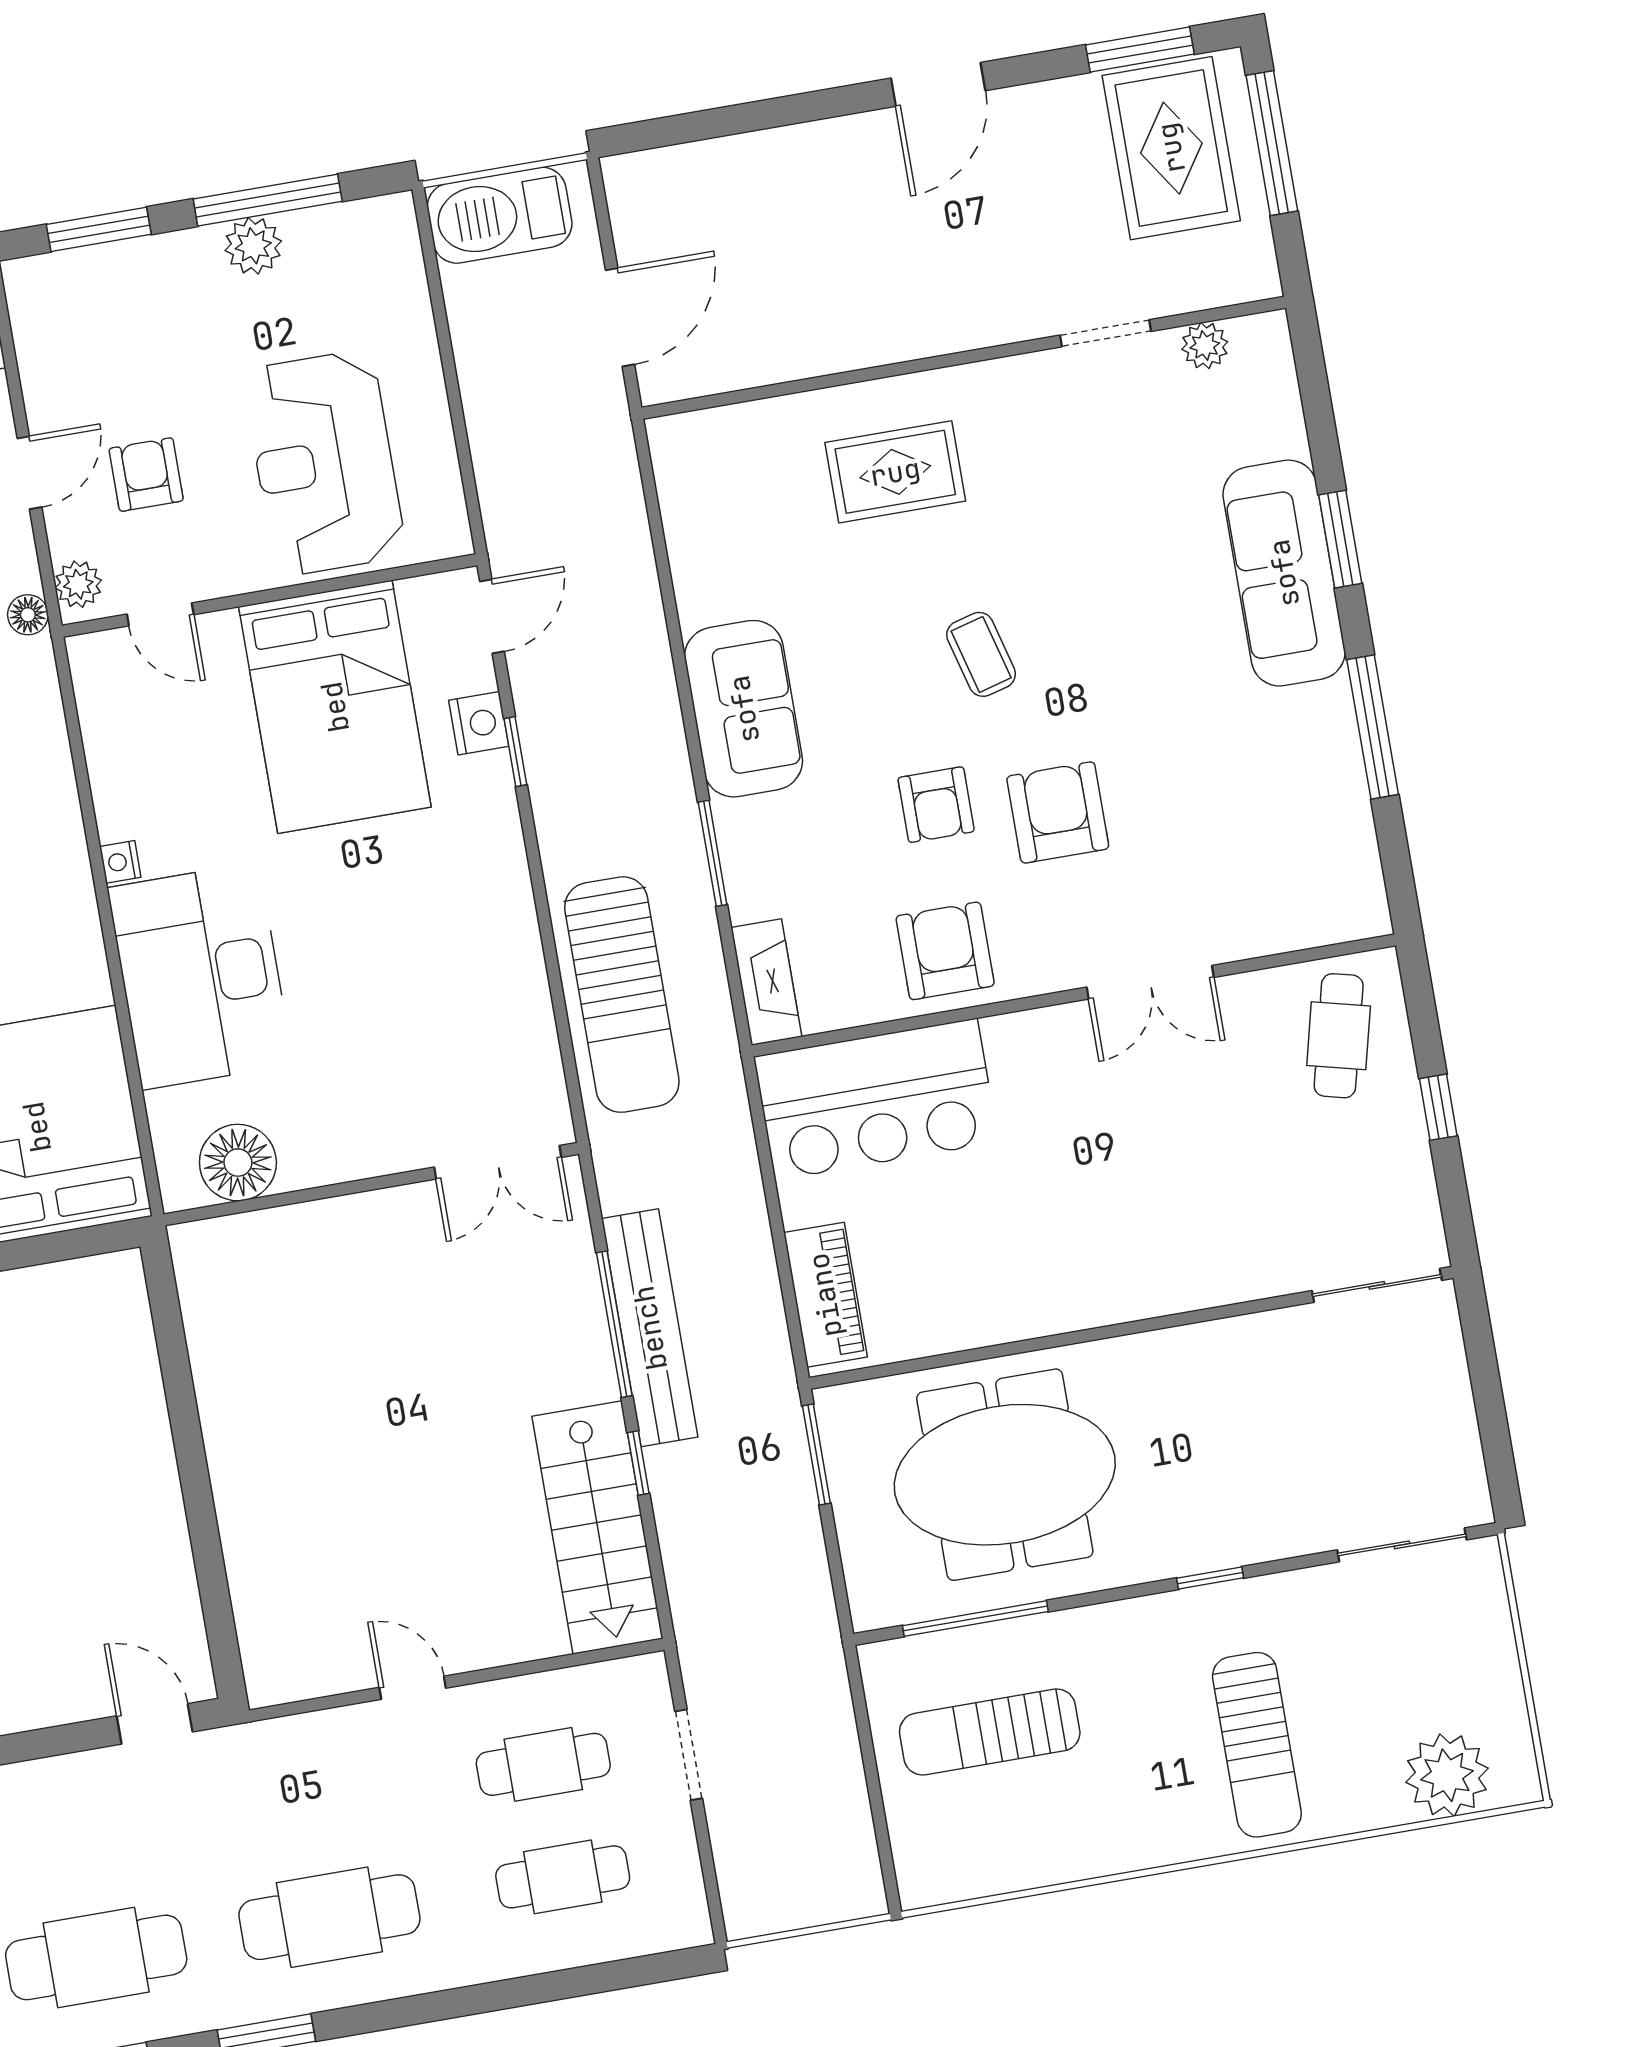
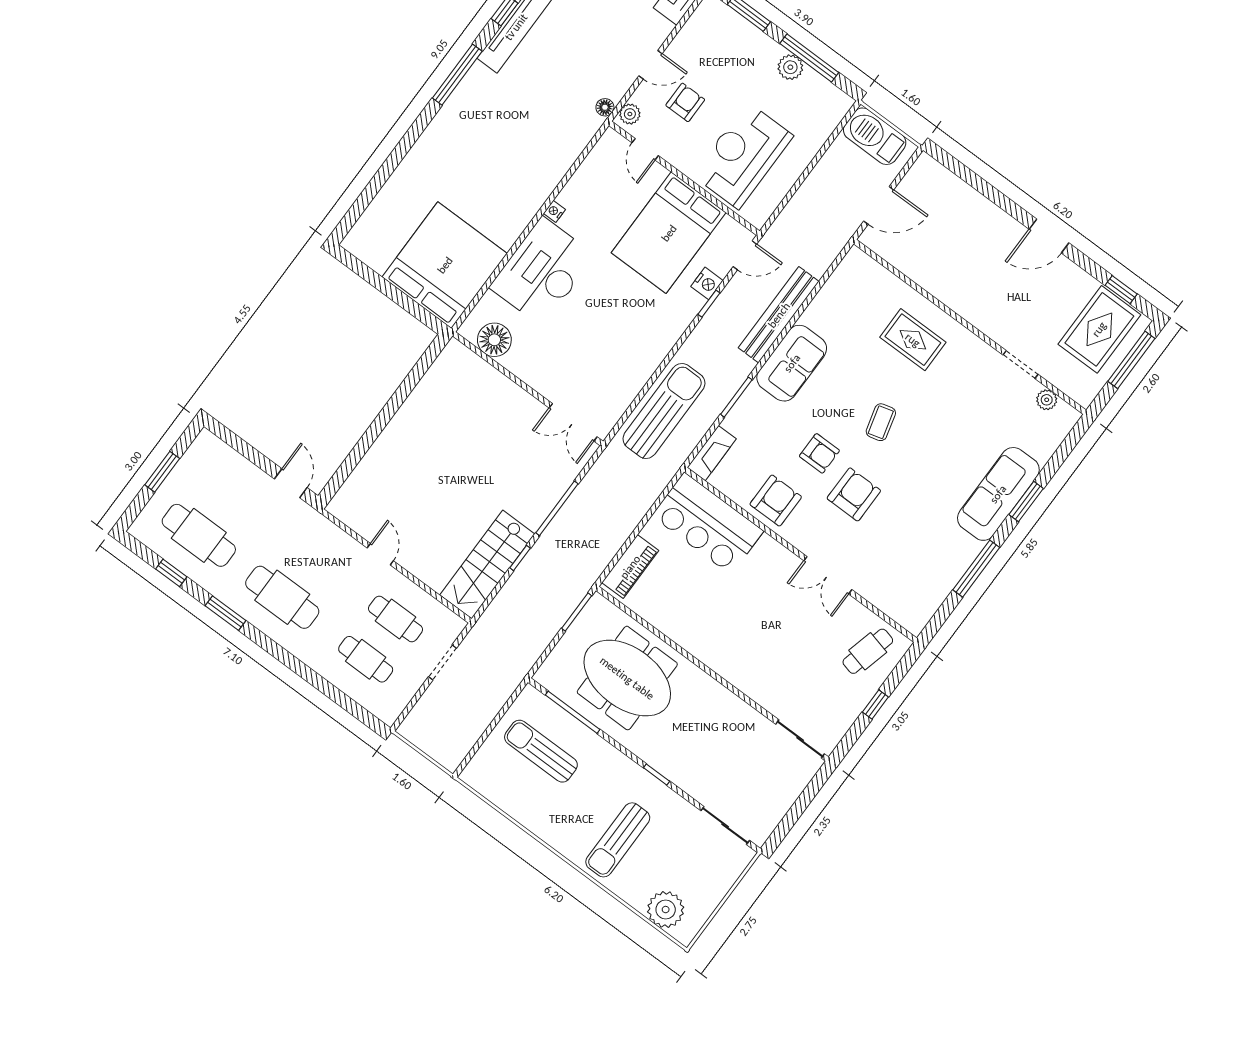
window: (1140, 49) -> (1121, 290), width x0.67
armchair: (936, 805) -> (819, 453), turned -90
sun lounger: (622, 995) -> (664, 411), turned 180
bench: (650, 1328) -> (779, 315), moved

